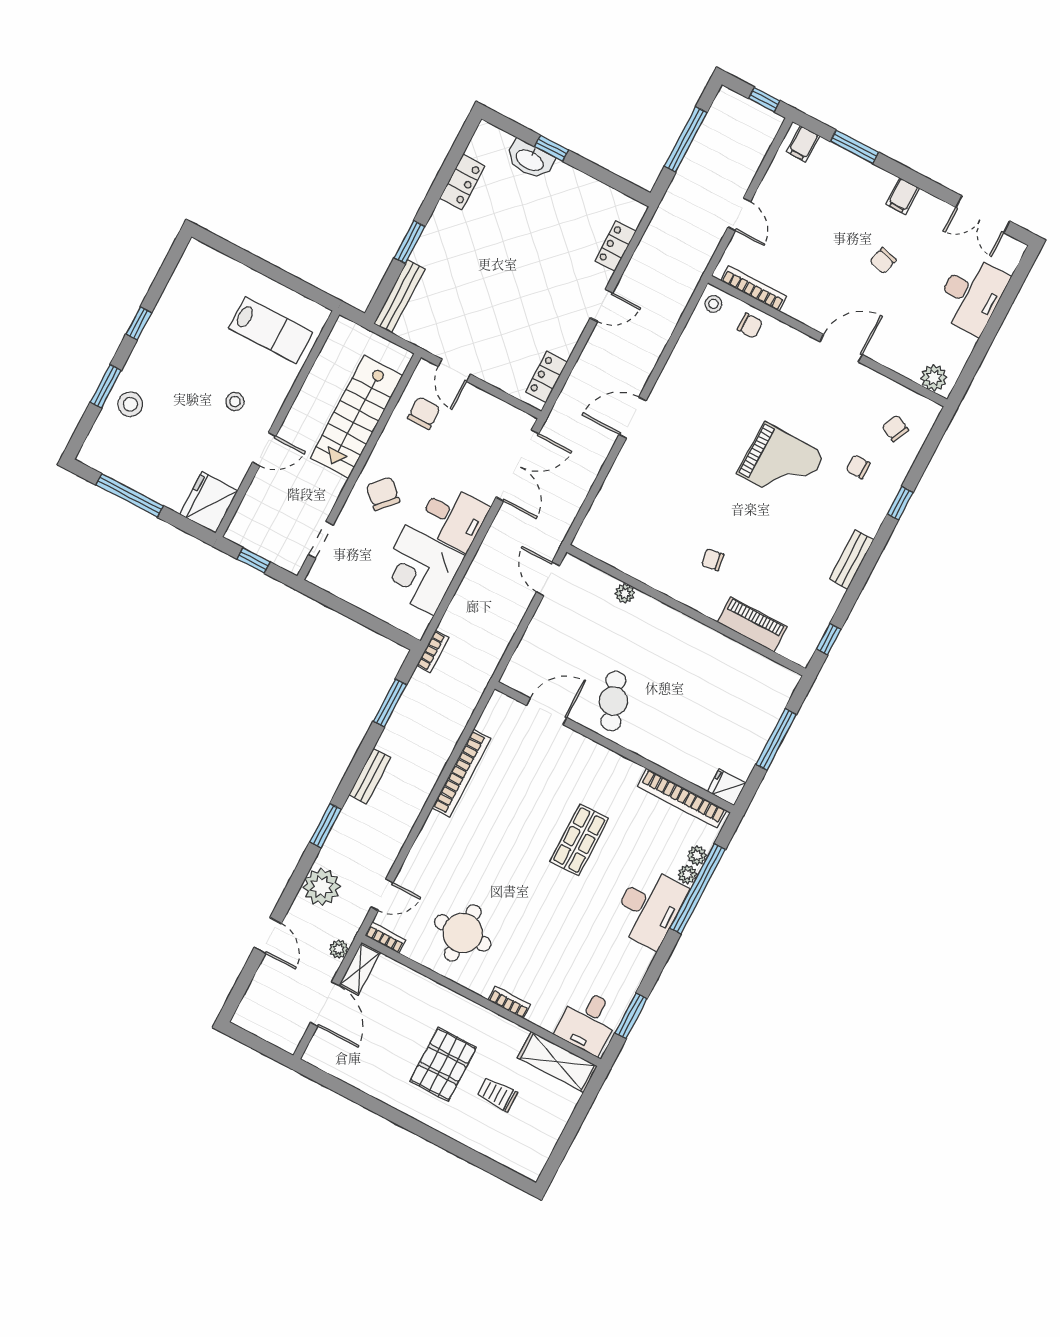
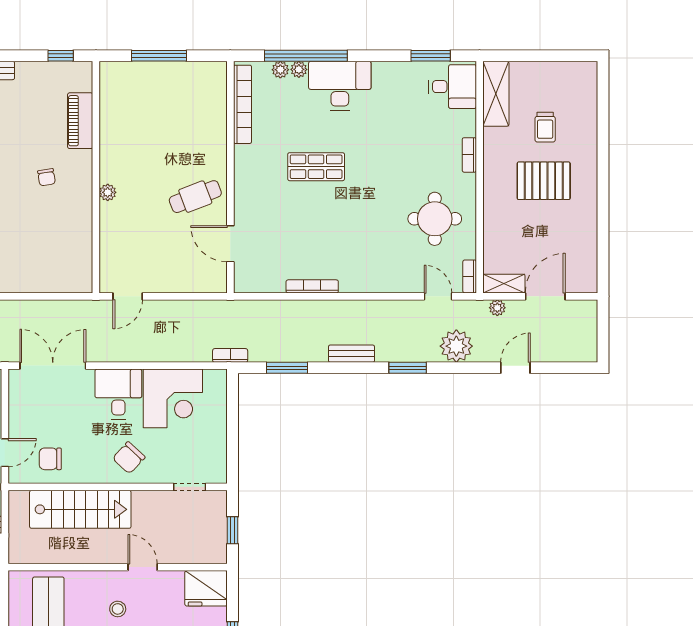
plant: (625, 593) -> (108, 192), moved
bookcase: (461, 773) -> (312, 286), width x0.68, depth x0.76
fridge: (727, 787) -> (216, 75), removed

